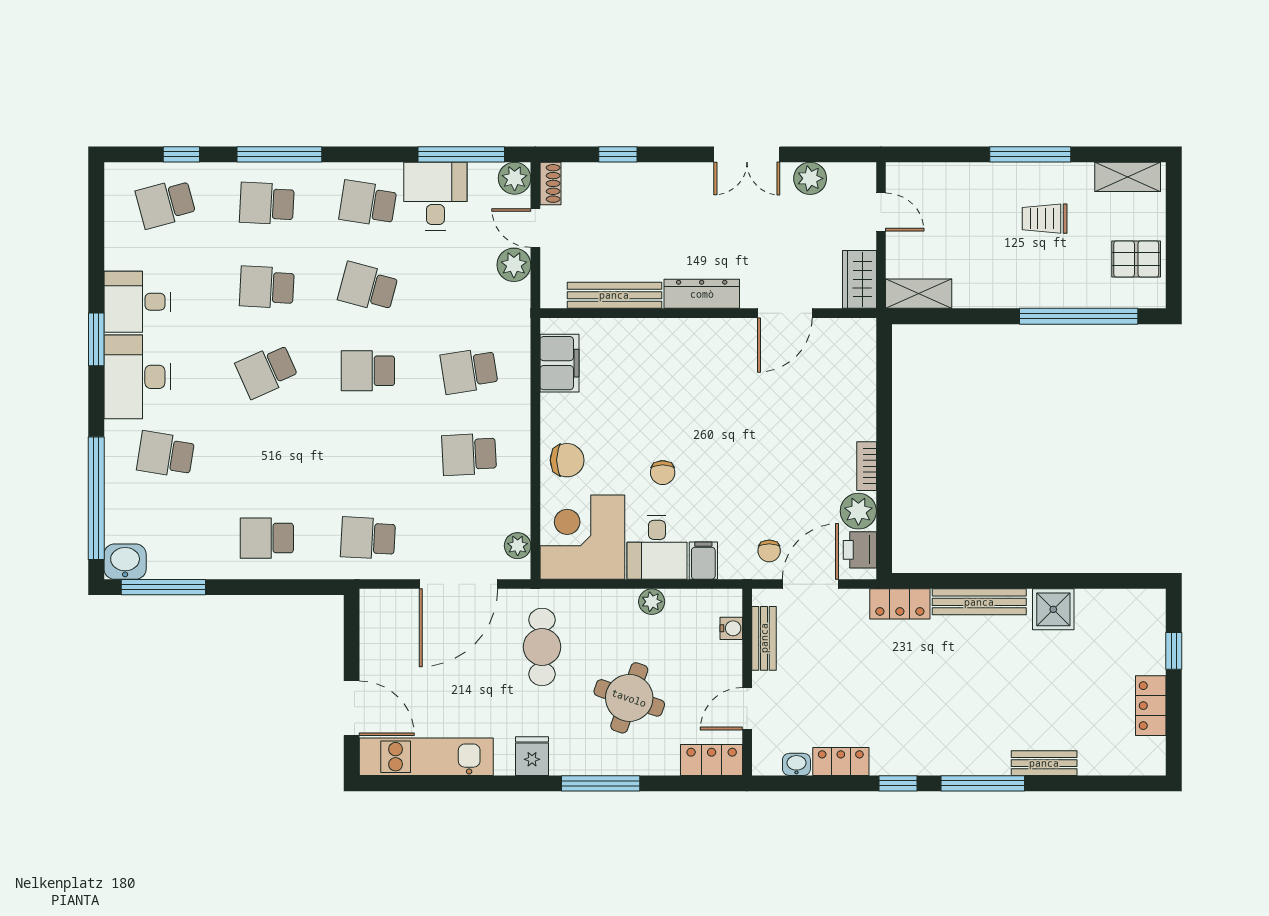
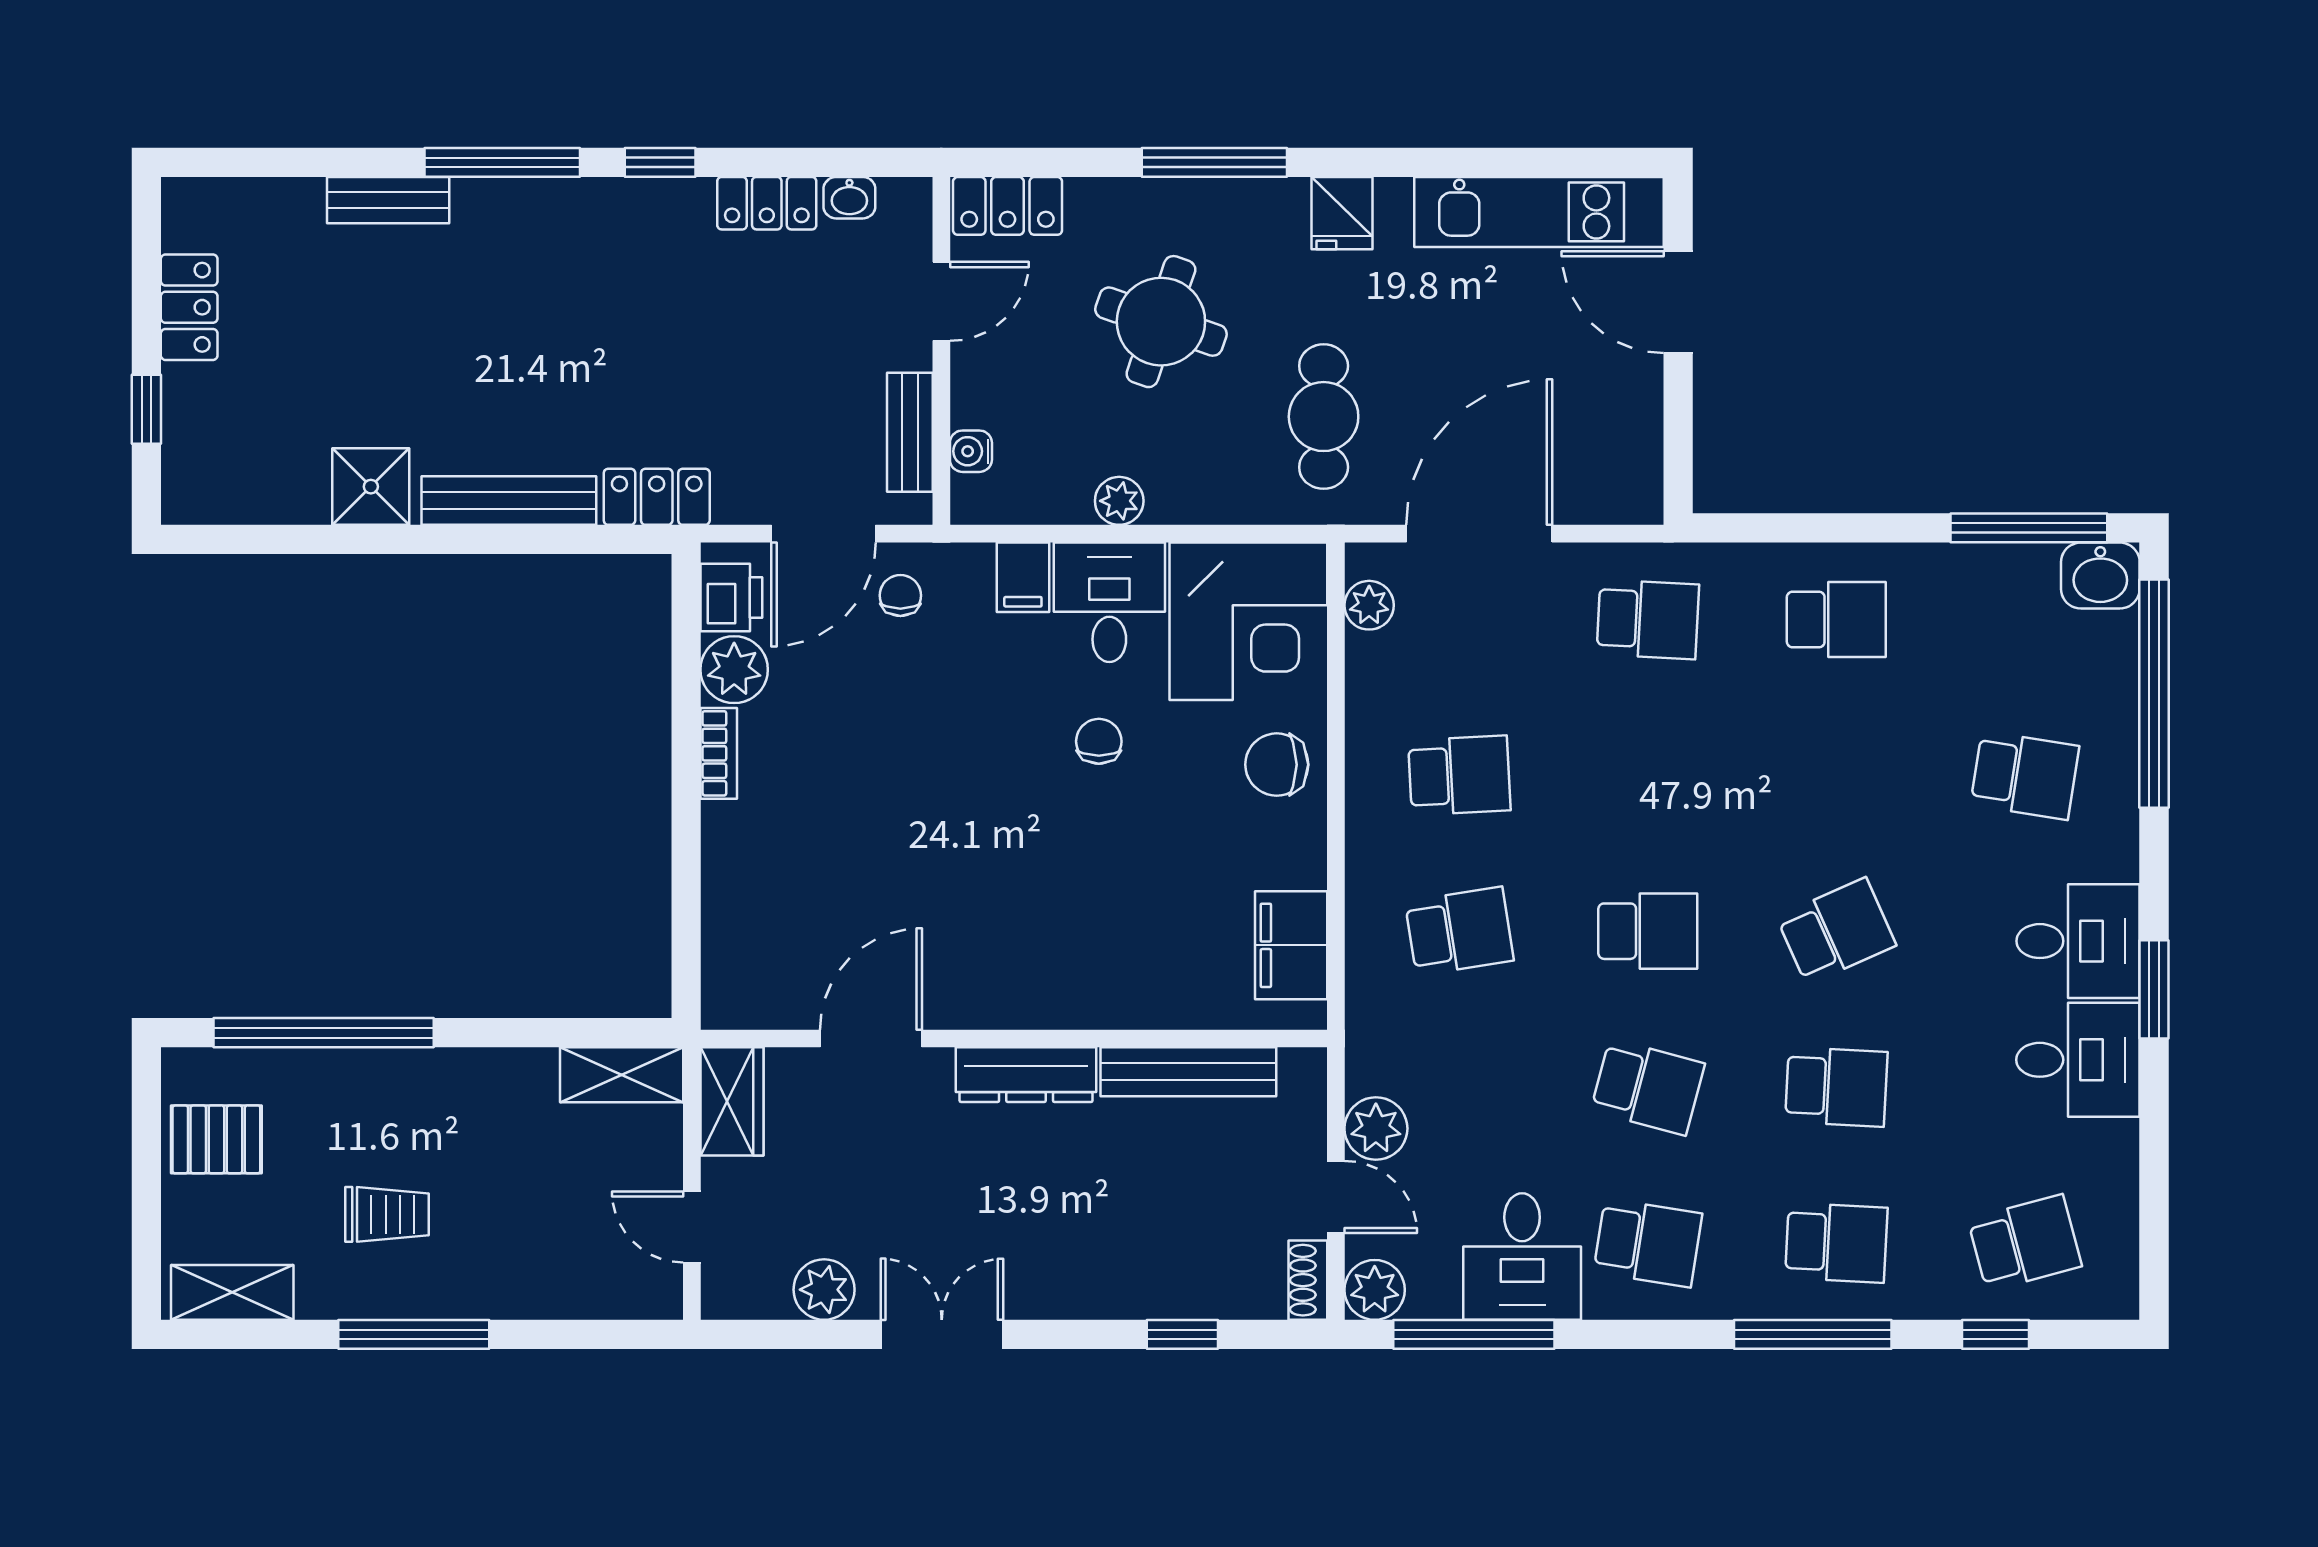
desk: (137, 377) -> (2078, 941), width x0.73

